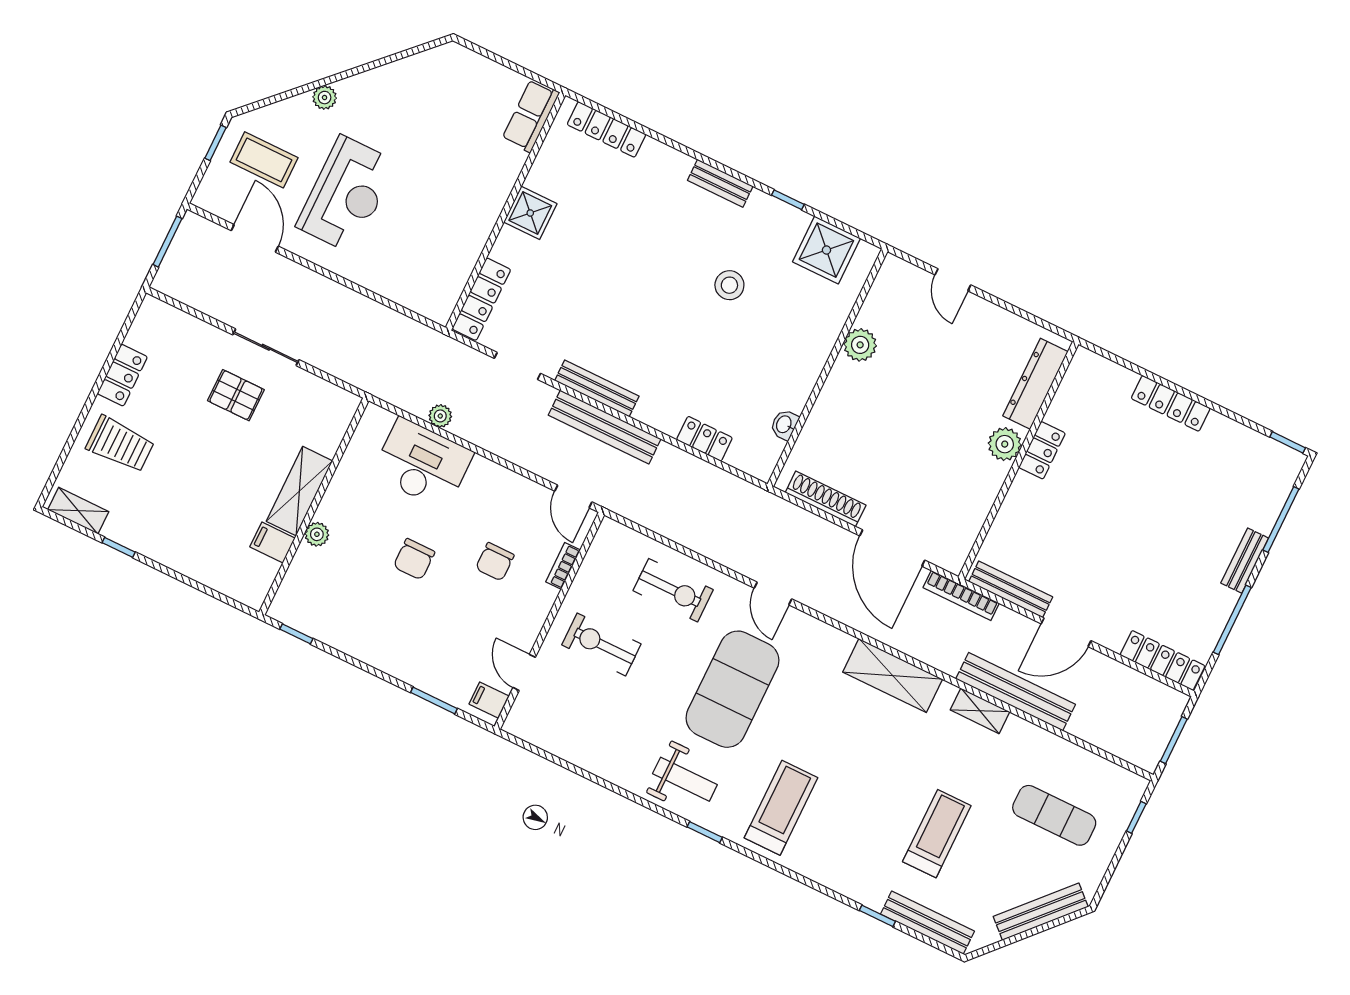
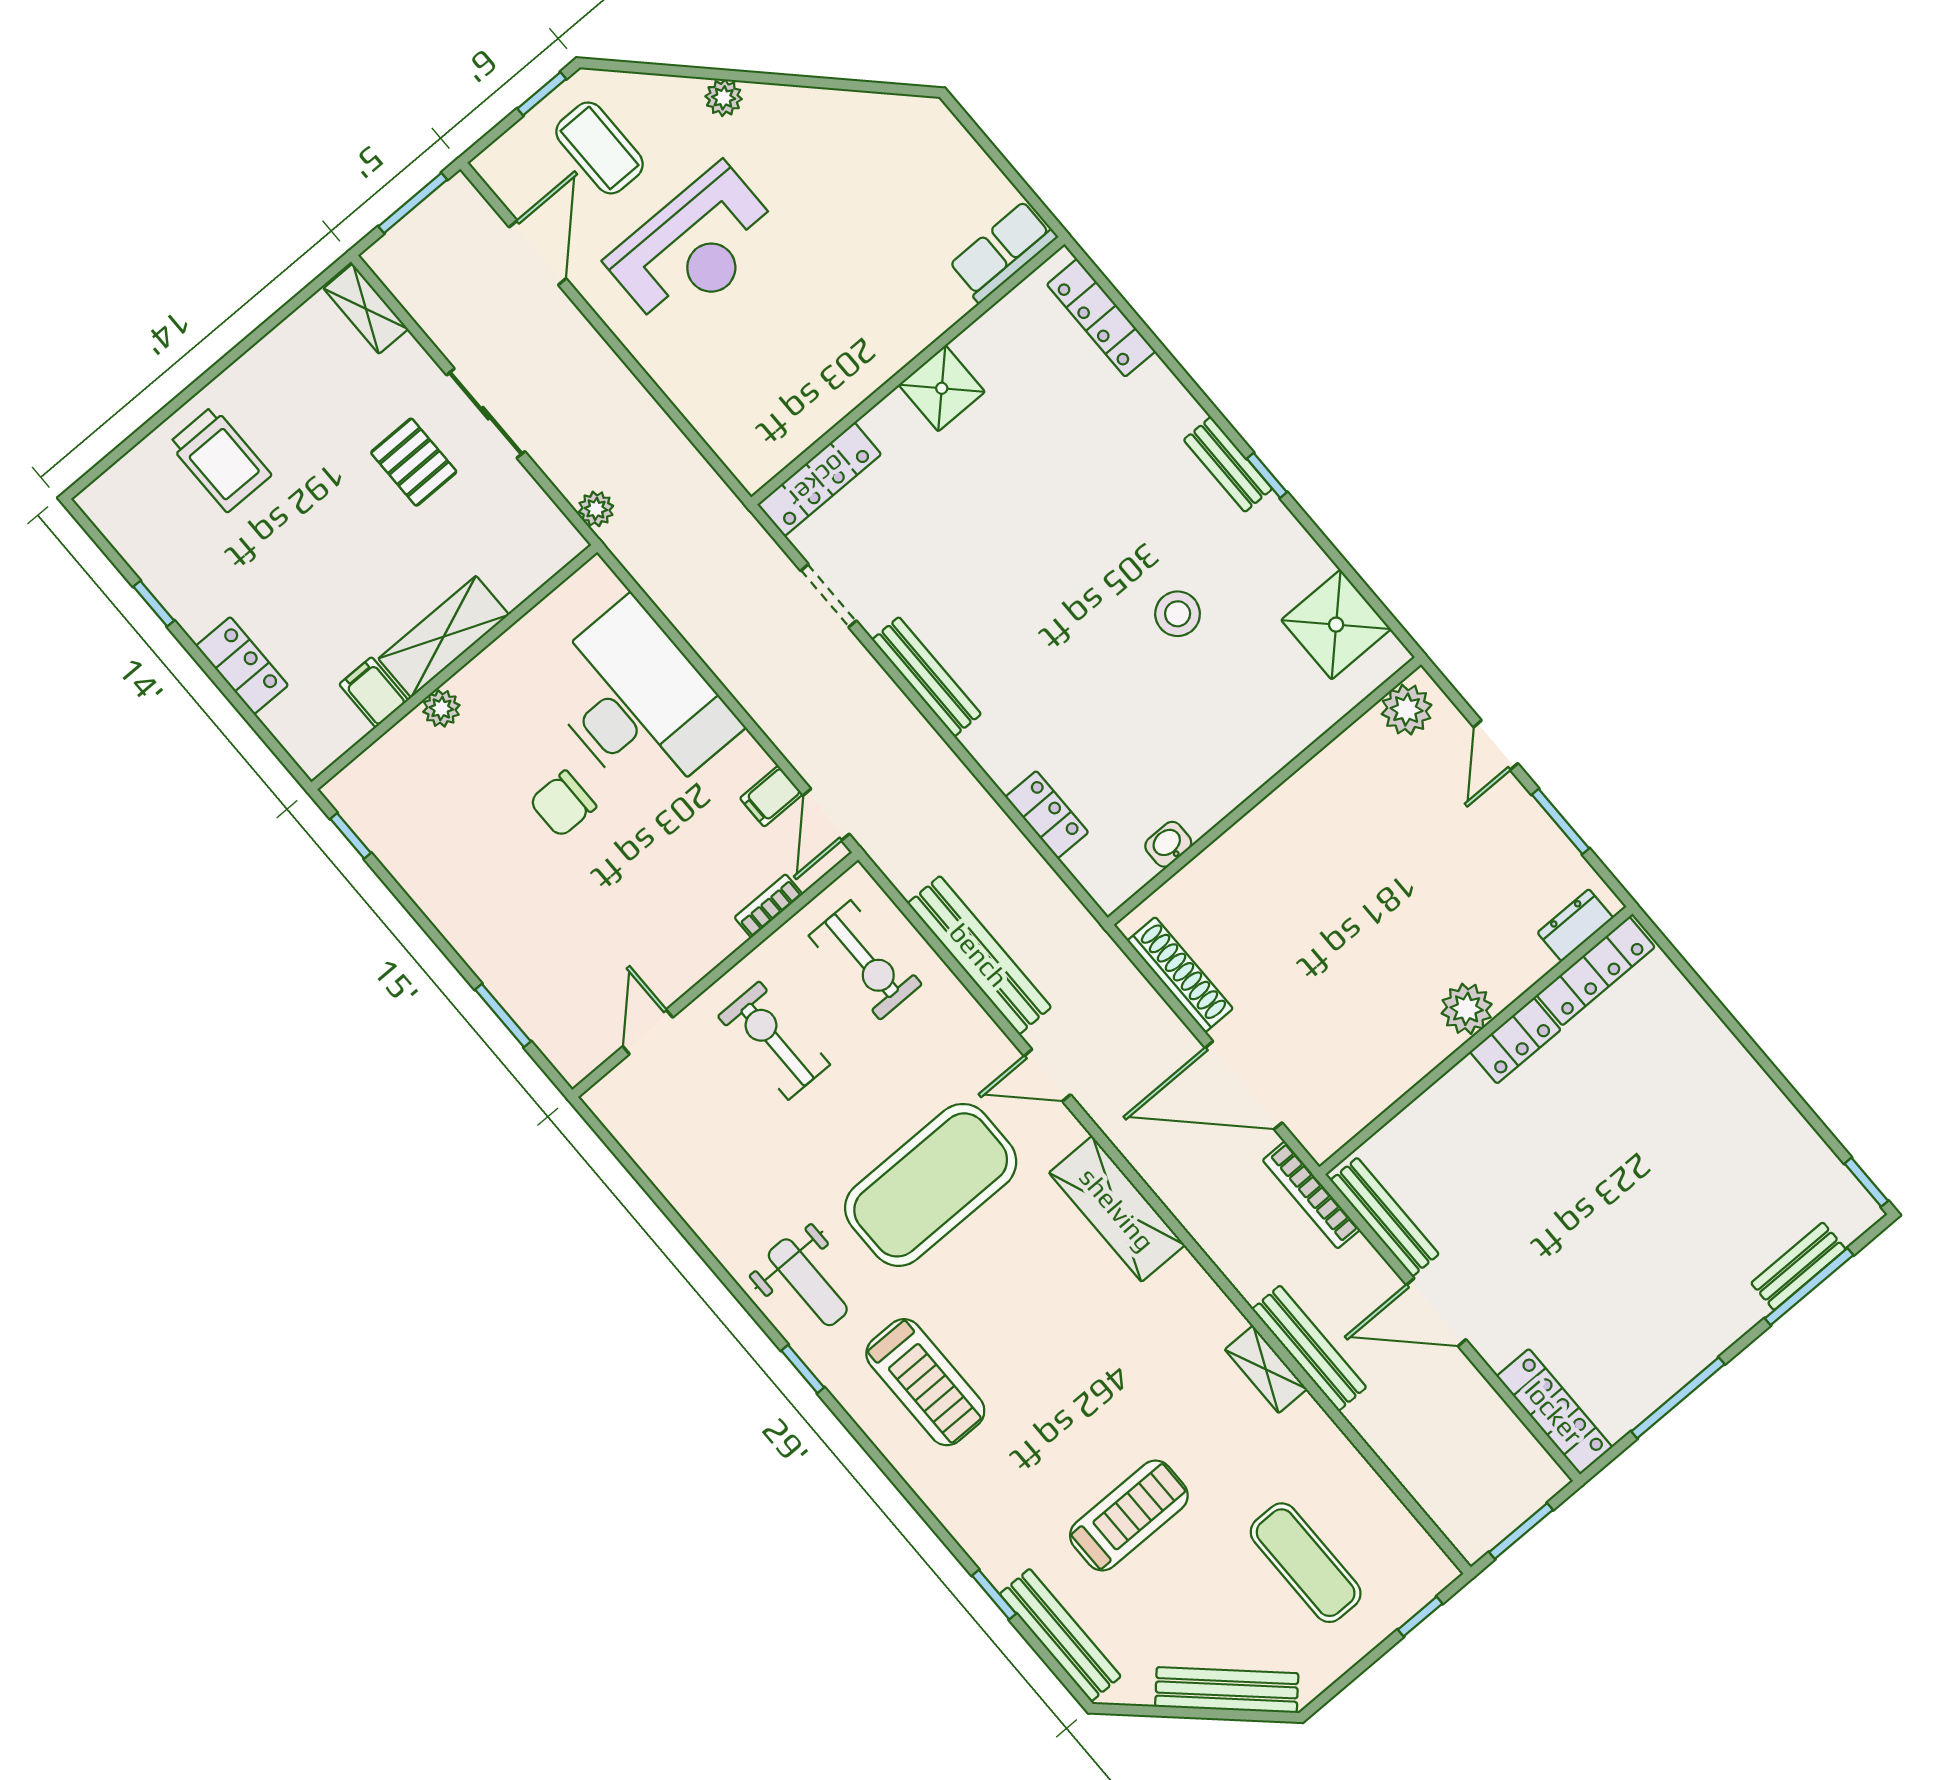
window: (788, 200) -> (1267, 475), moved
window: (1011, 308) -> (1561, 822), added
plant: (860, 345) -> (1407, 710), moved
locker: (122, 375) -> (242, 666), moved, turned -90
dresser: (1035, 384) -> (1575, 925), width x0.51, depth x0.80
locker: (1171, 403) -> (1596, 971), moved, turned -90
plant: (440, 416) -> (596, 509), moved
bench: (605, 427) -> (979, 955), moved
desk: (422, 464) -> (638, 703), width x1.36, depth x1.30
shelving: (78, 511) -> (366, 309), moved
door: (892, 548) -> (1244, 1085), hinge flipped
bench: (1245, 561) -> (1798, 1266), moved
chair: (495, 562) -> (675, 858), removed
exercise bike: (673, 590) -> (865, 960), moved
door: (773, 594) -> (1047, 1075), hinge flipped
shelving: (893, 676) -> (1117, 1209), moved
bench: (1016, 692) -> (1309, 1348), width x0.73, depth x0.82
filing cabinet: (489, 700) -> (771, 796), moved, turned -90
treadmill: (781, 808) -> (925, 1382), turned 90

